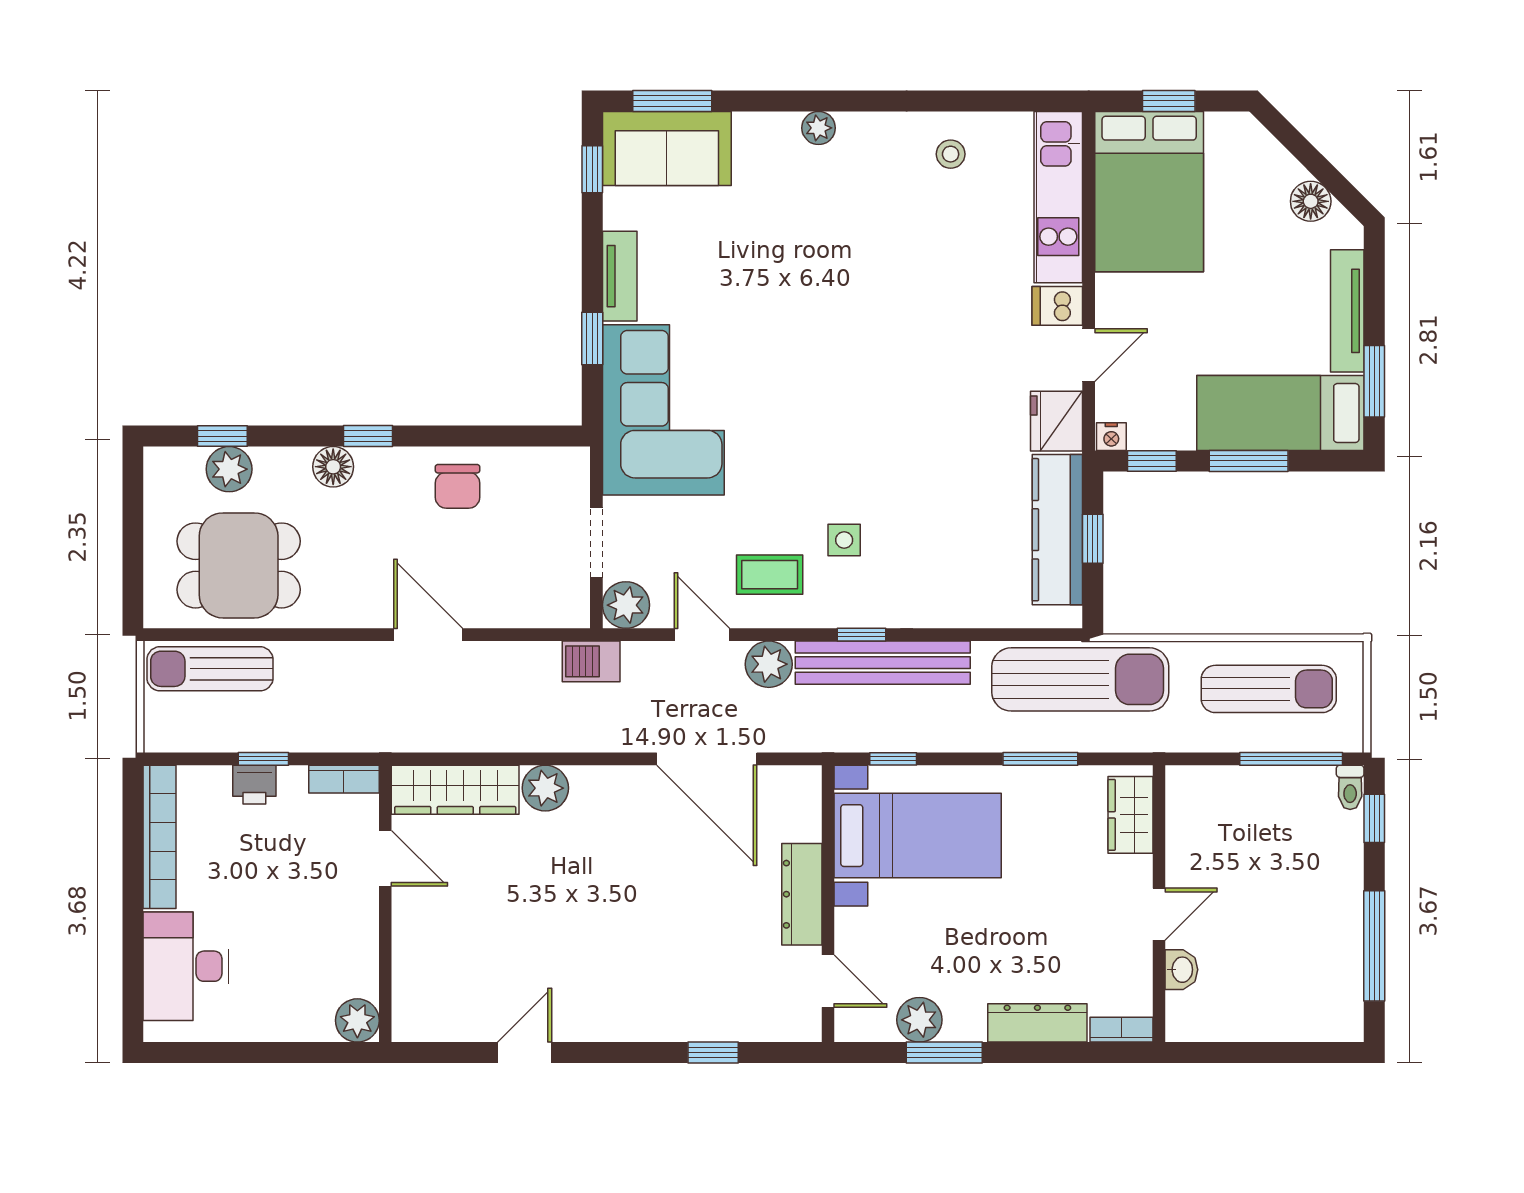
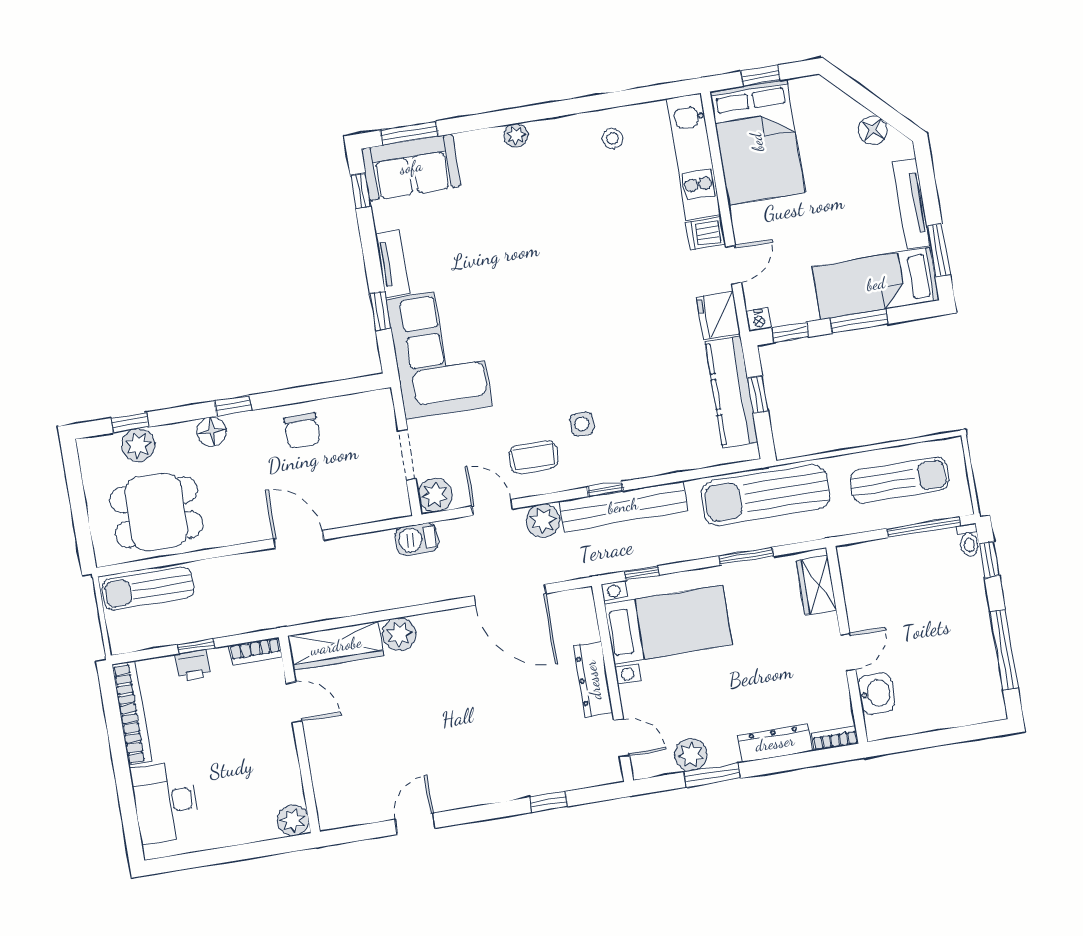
sun lounger: (1080, 679) -> (765, 495), turned 180
washbasin: (1181, 970) -> (876, 693), width x1.38, depth x1.45

